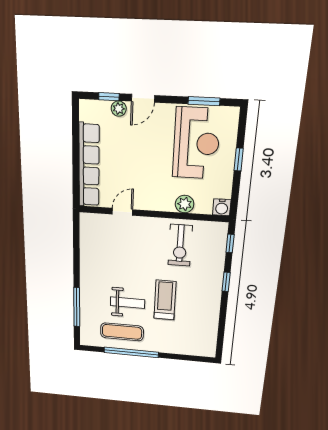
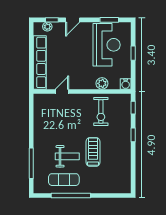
plant: (119, 109) -> (47, 27), moved

